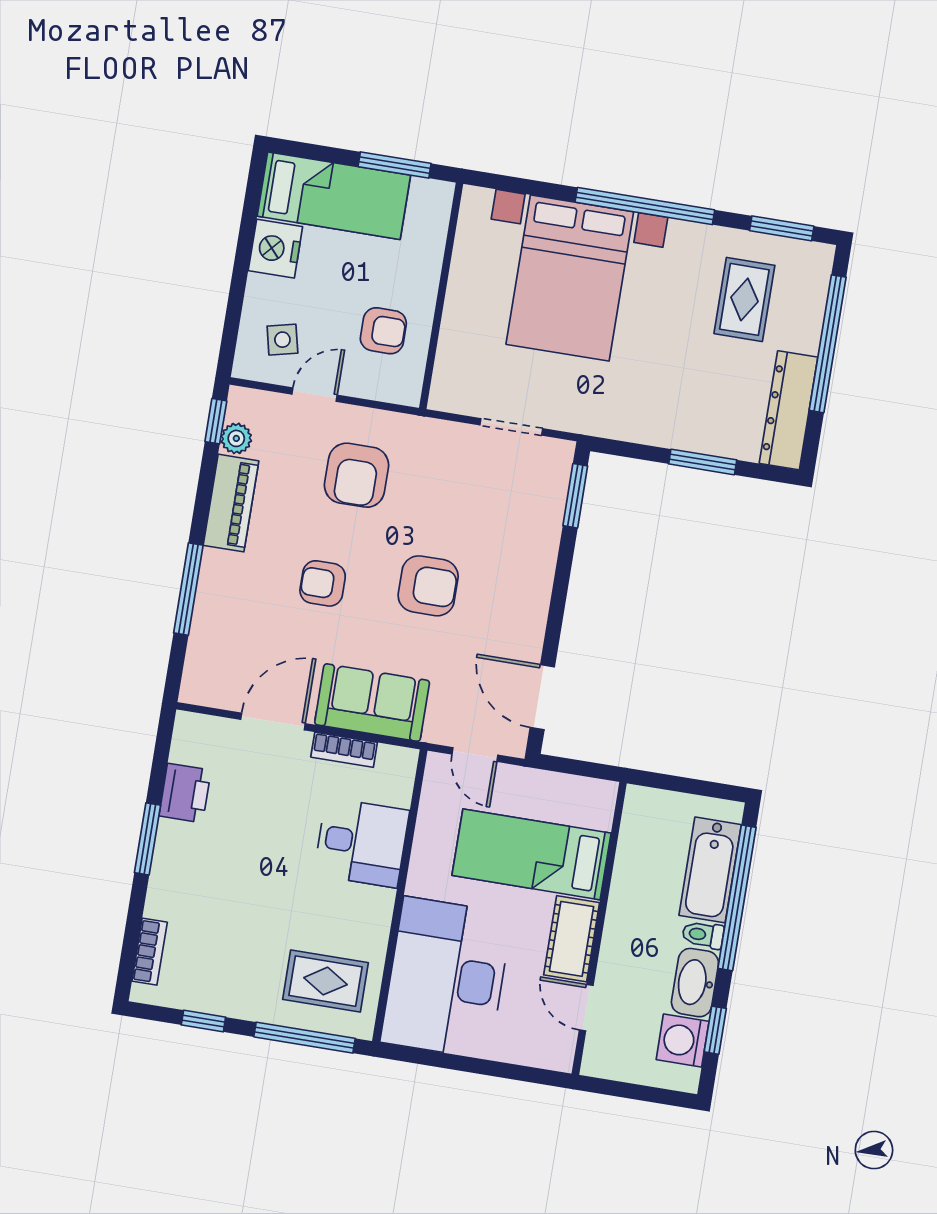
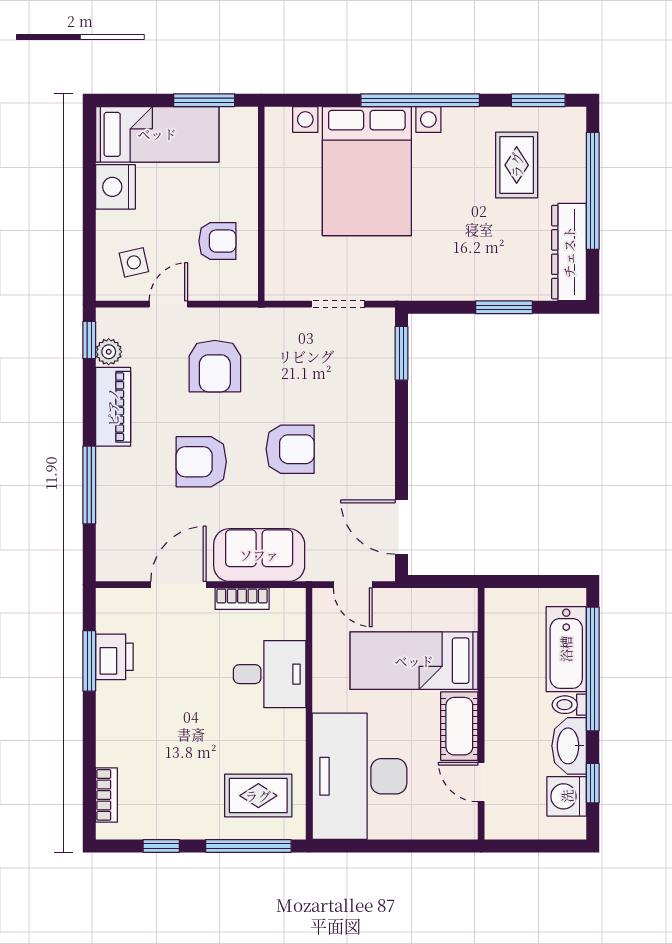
armchair: (323, 583) -> (201, 462), width x1.38, depth x1.38
window: (147, 839) -> (89, 661), moved

